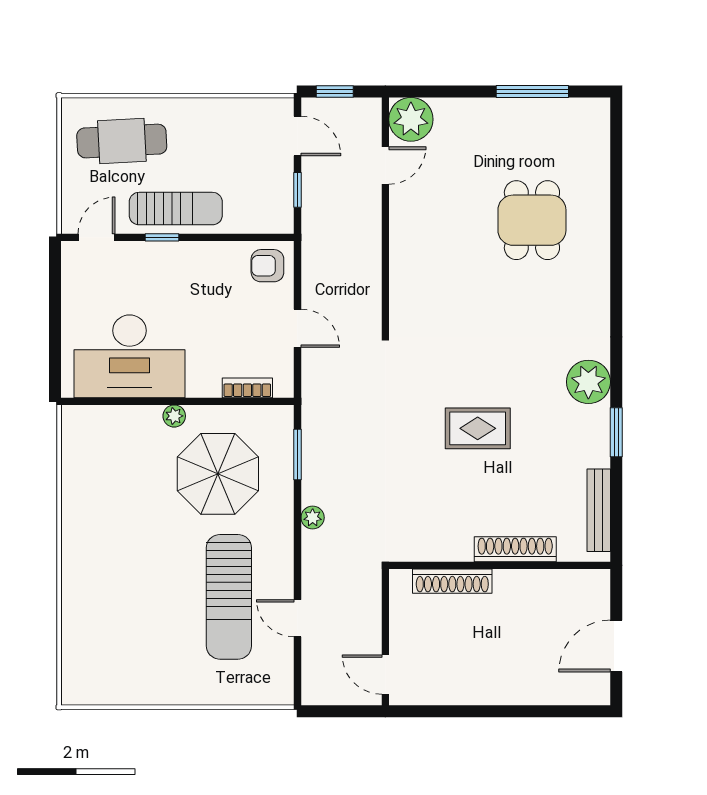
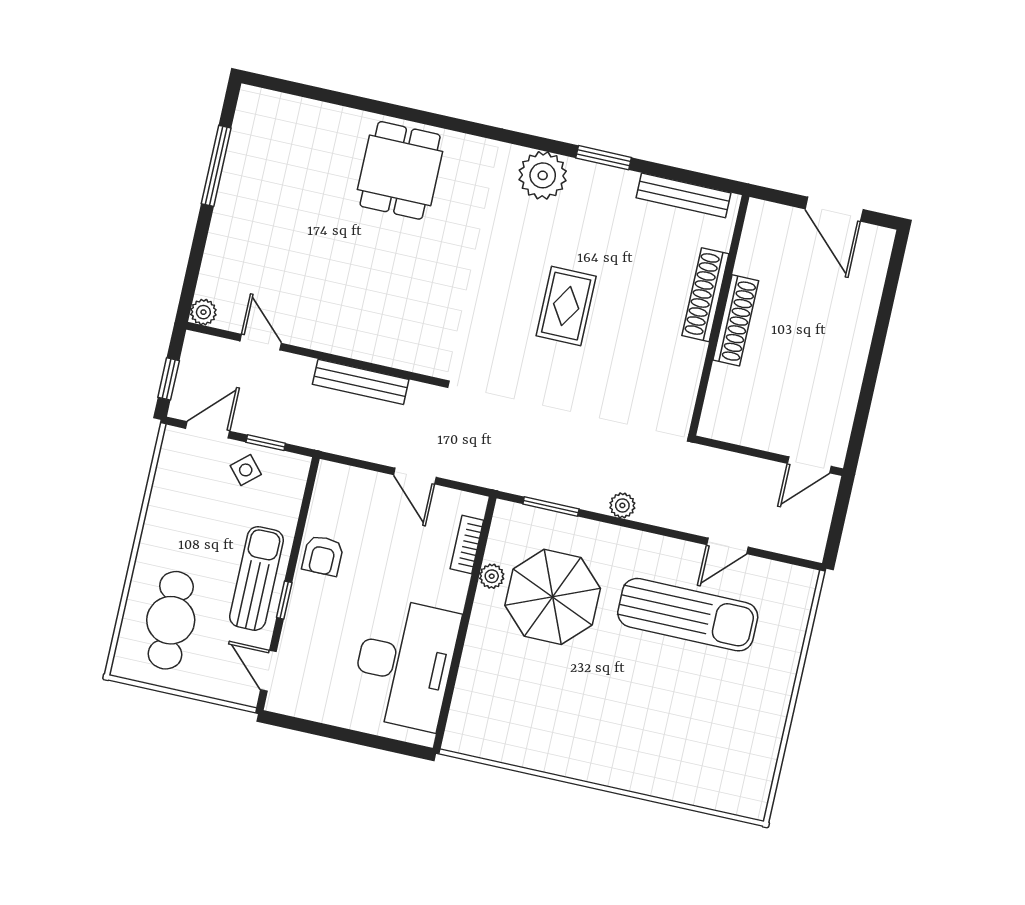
plant: (411, 119) -> (203, 312), width x0.53, depth x0.53
side table: (269, 178) -> (246, 470), added
dining table: (532, 220) -> (400, 170), moved, turned 90
bench: (370, 262) -> (361, 382), added
armchair: (267, 266) -> (323, 556), moved
door: (297, 328) -> (415, 476), swing flipped
plant: (174, 416) -> (492, 576), moved
shoe rack: (452, 581) -> (736, 320), moved

